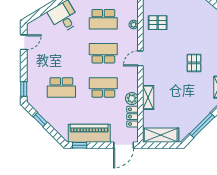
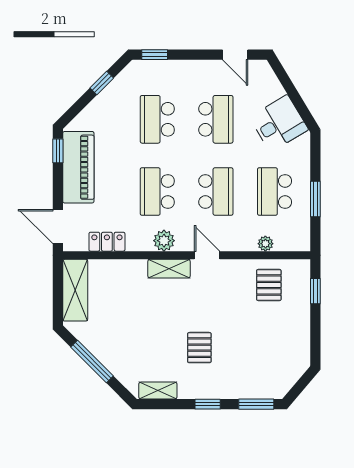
school desk: (61, 53) -> (216, 119), added
pallet: (194, 63) -> (199, 348), turned 90
school desk: (103, 87) -> (157, 191), turned 180
shelving: (148, 97) -> (169, 269), moved
plant: (132, 99) -> (164, 241), moved

